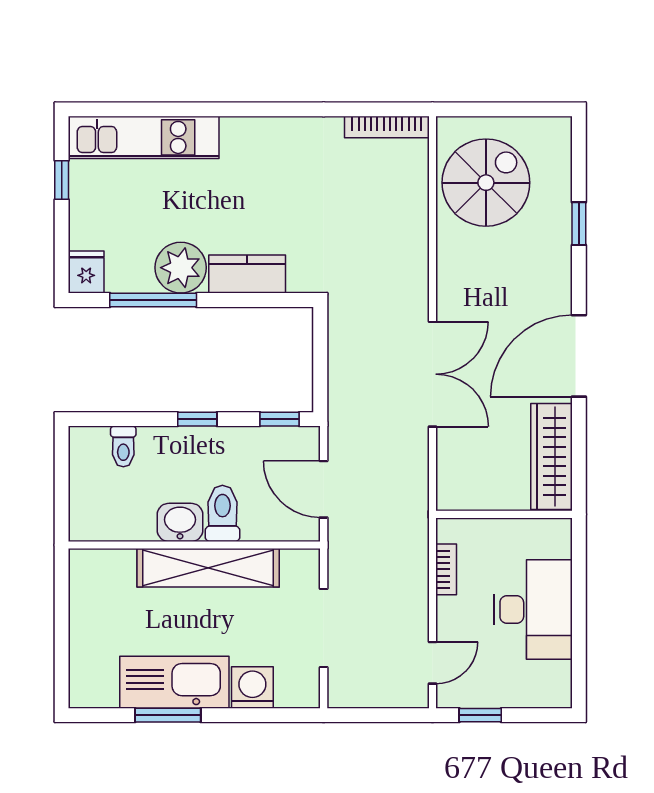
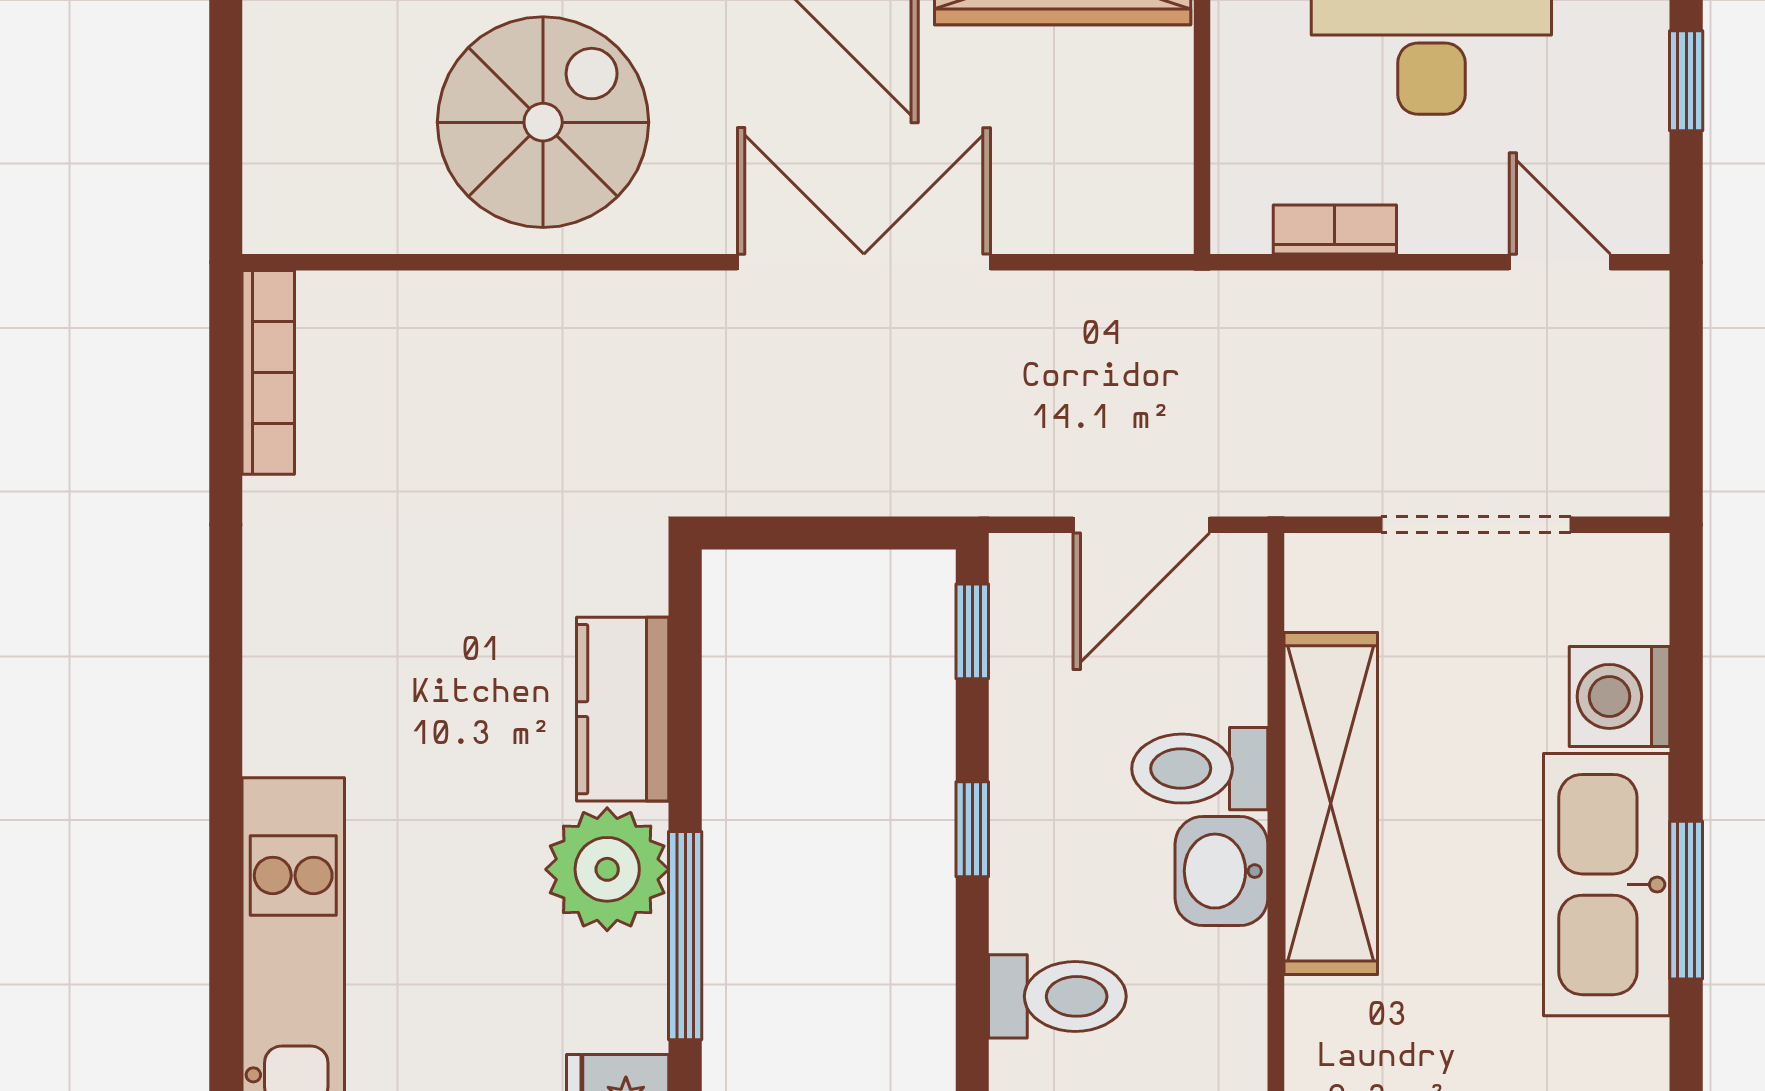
spiral stairs: (486, 183) -> (543, 122), moved, turned 90
toilet: (123, 446) -> (1057, 996), width x1.37, depth x1.39
window: (480, 715) -> (1686, 81), moved

